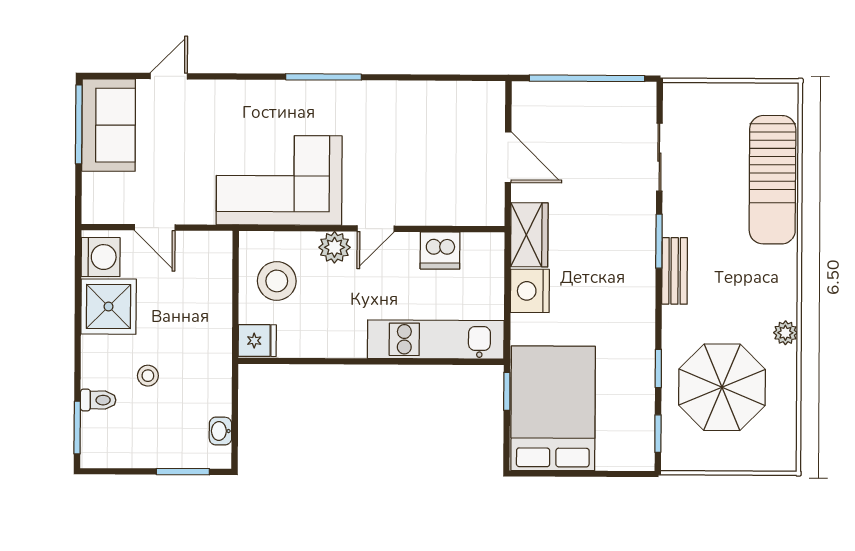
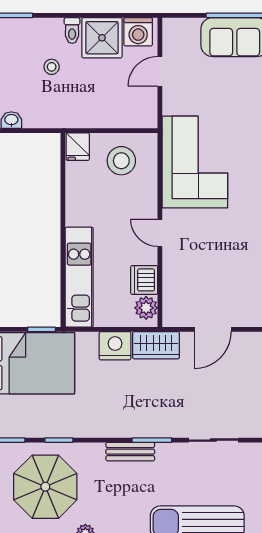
plant: (335, 247) -> (146, 308), moved
toilet: (98, 400) -> (72, 30), moved

